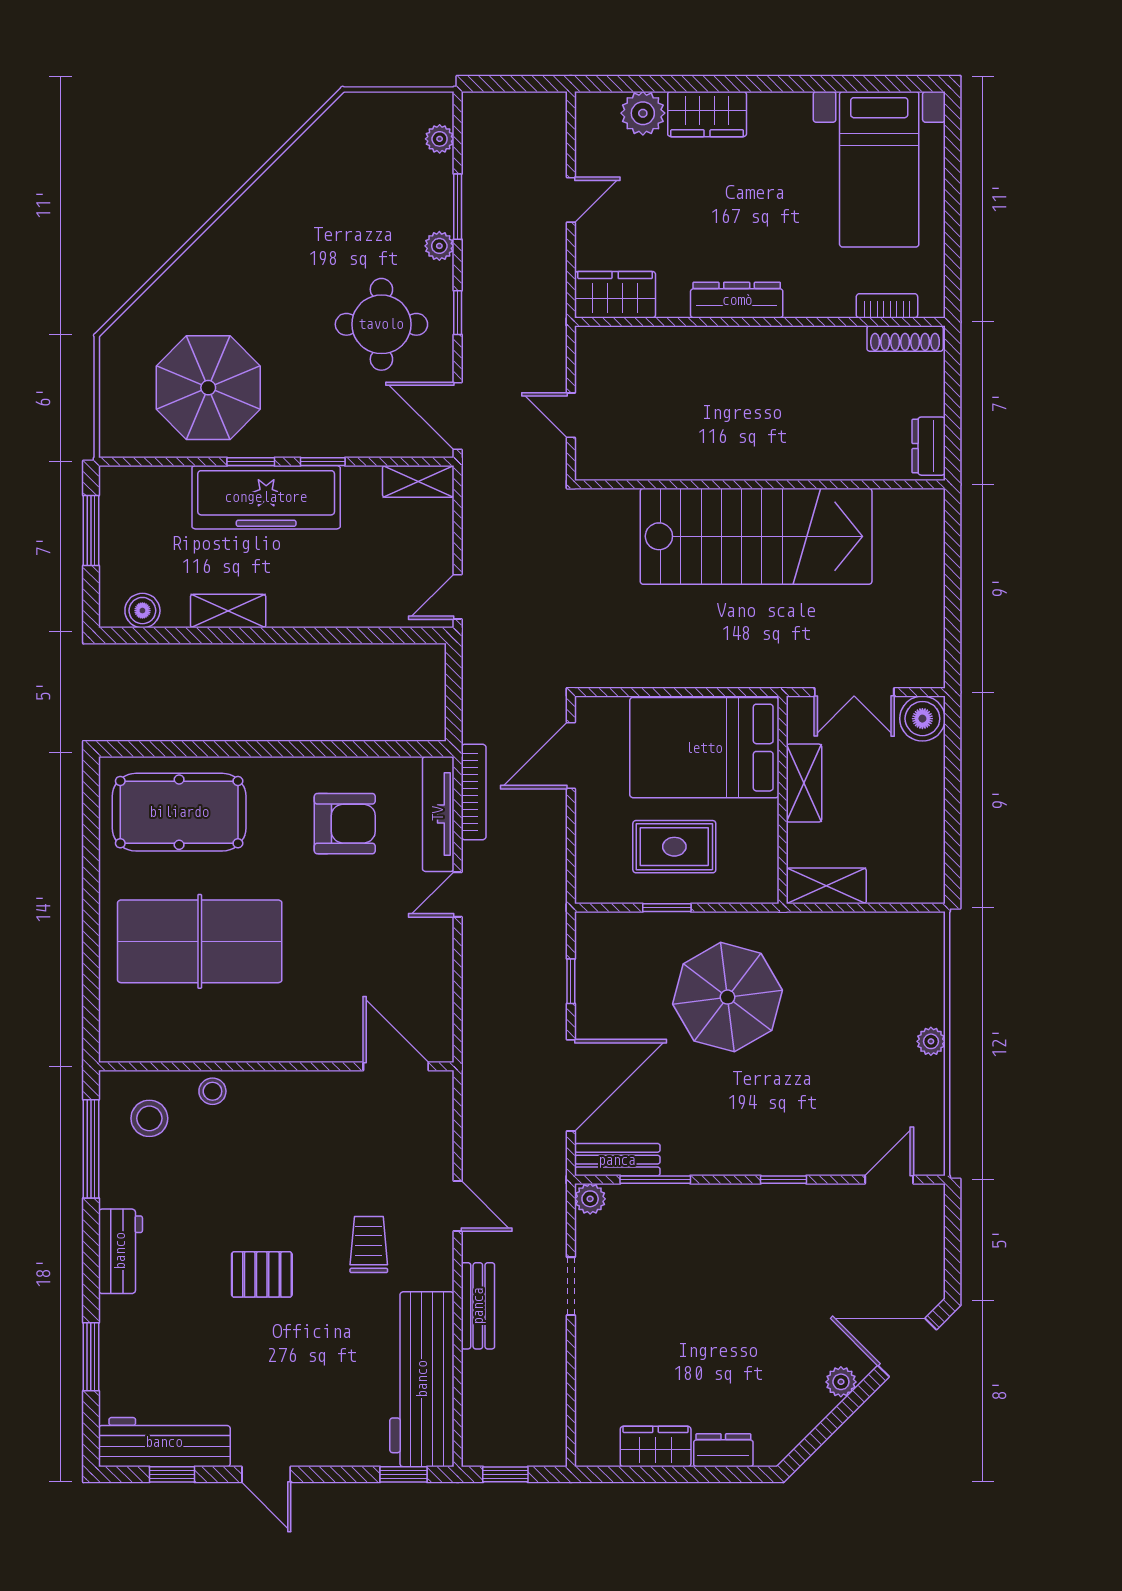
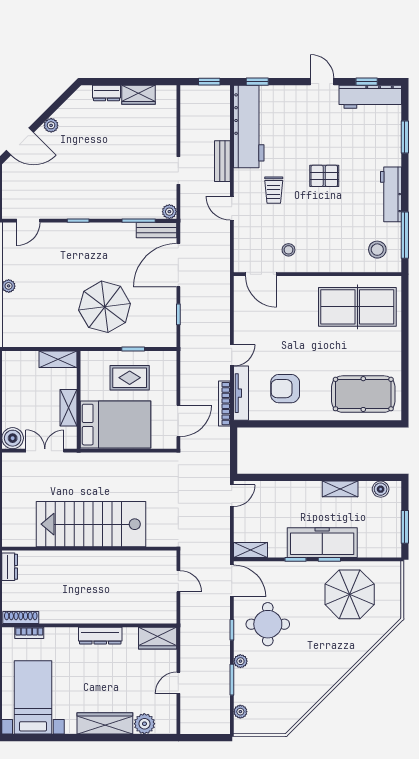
wardrobe: (707, 114) -> (105, 723), width x1.50
table tennis table: (200, 941) -> (357, 307), moved
stool: (212, 1091) -> (288, 250), moved
workbench: (120, 1251) -> (391, 194), width x1.38

